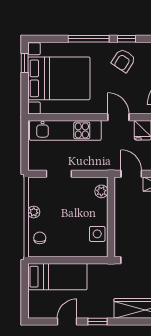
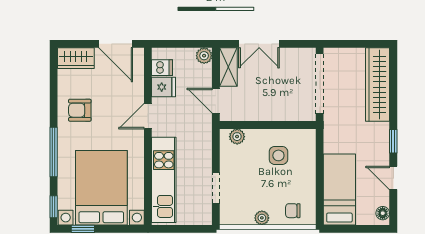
window: (126, 39) -> (54, 207), moved
armchair: (123, 60) -> (80, 110), turned 147
door: (131, 174) -> (216, 101), hinge flipped
side table: (97, 234) -> (278, 155), moved
floor lamp: (38, 313) -> (383, 213), added

